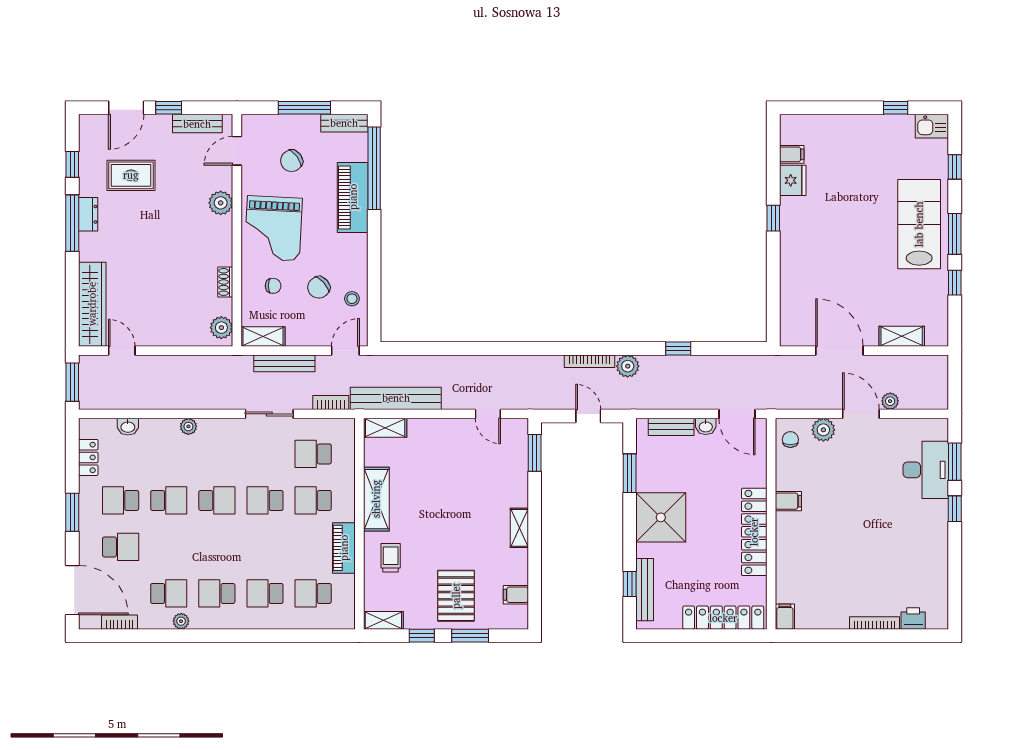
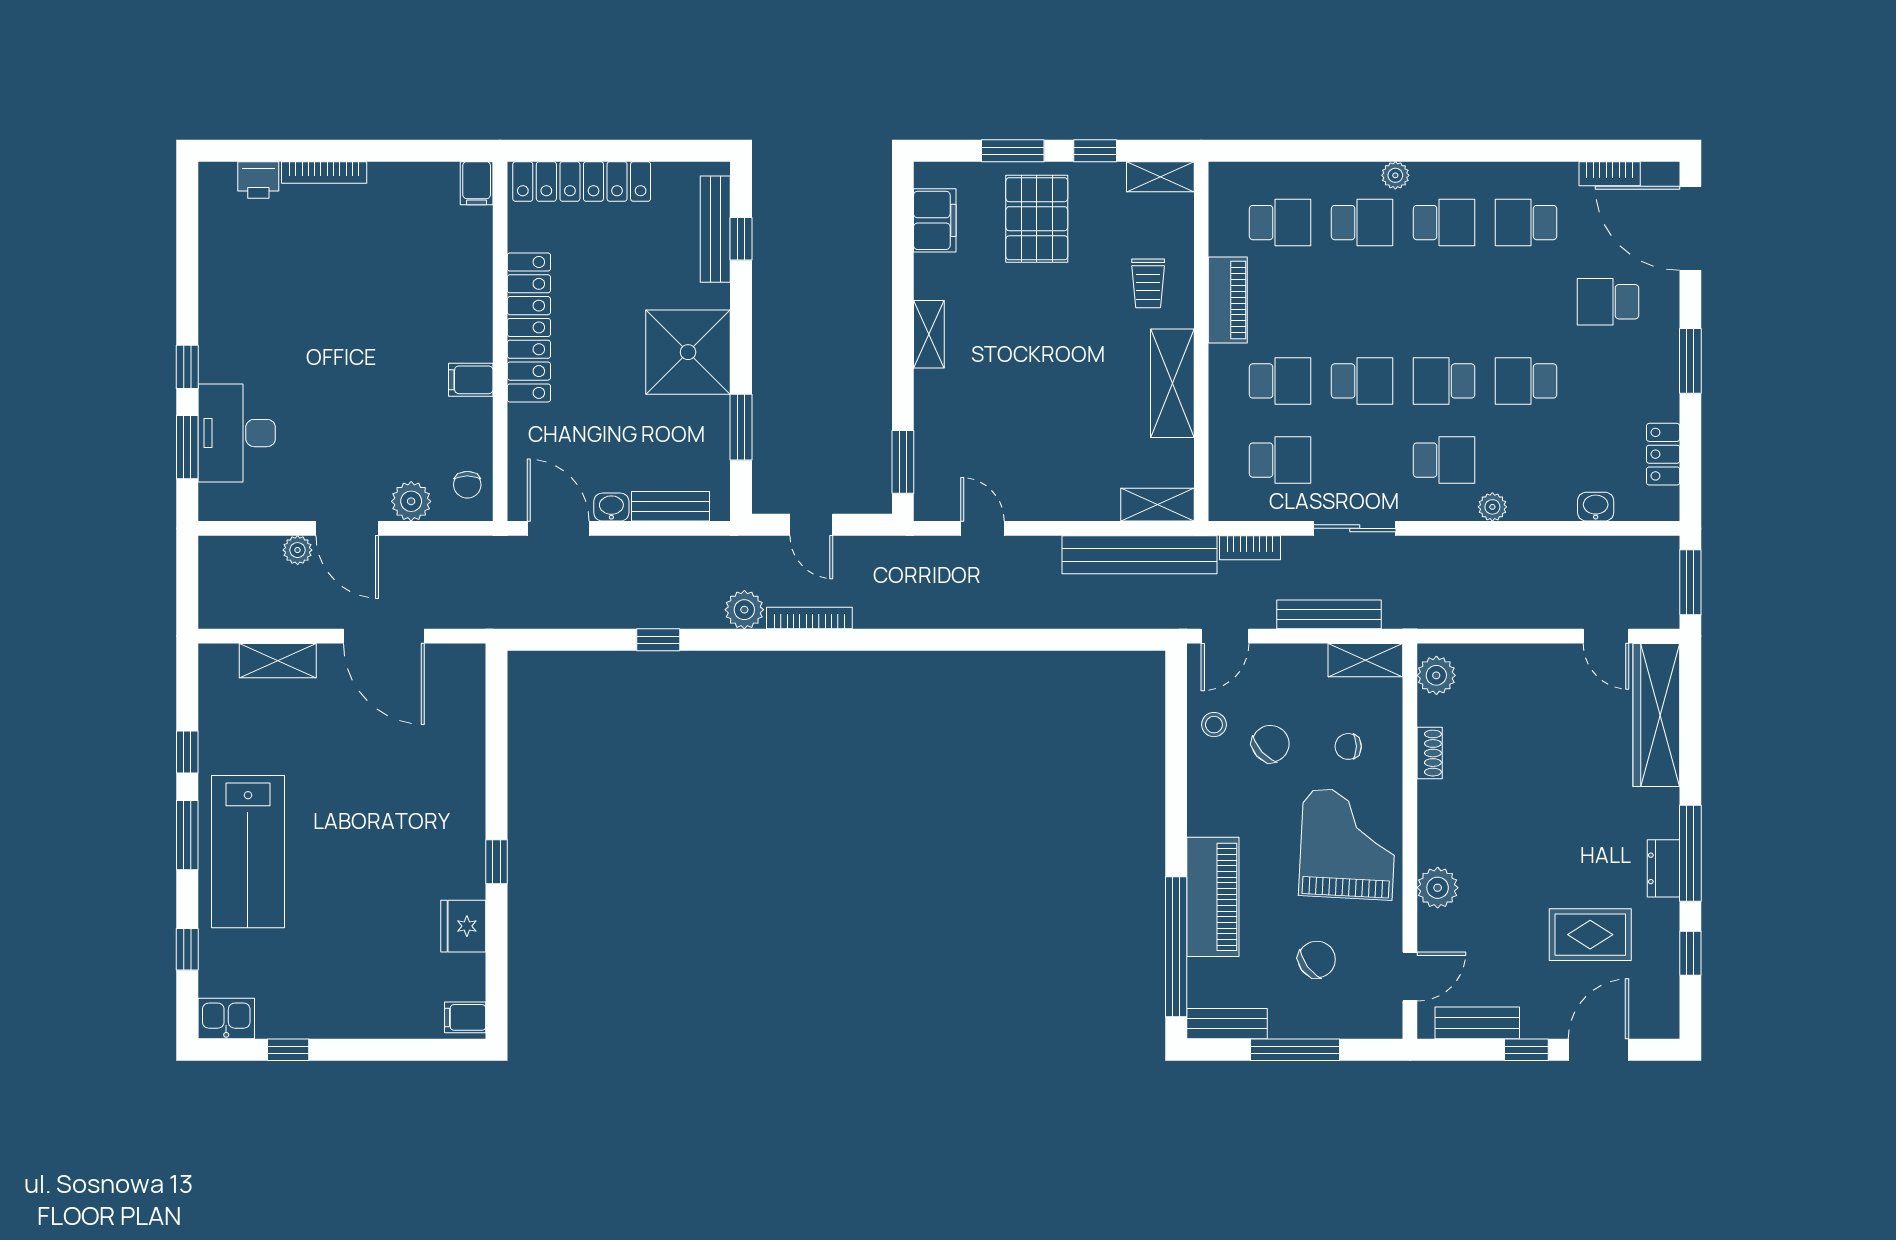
filing cabinet: (792, 154) -> (465, 1017), moved
school desk: (121, 500) -> (1444, 460), moved
filing cabinet: (516, 595) -> (935, 220), width x2.00
plant: (181, 621) -> (1395, 175), moved

